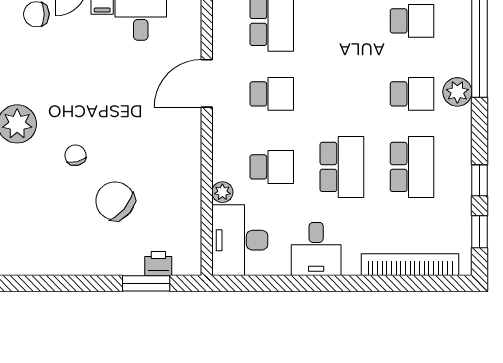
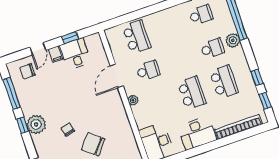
school desk: (272, 167) -> (160, 104), removed
plant: (222, 192) -> (133, 100), moved
desk: (316, 249) -> (197, 133), width x1.37

